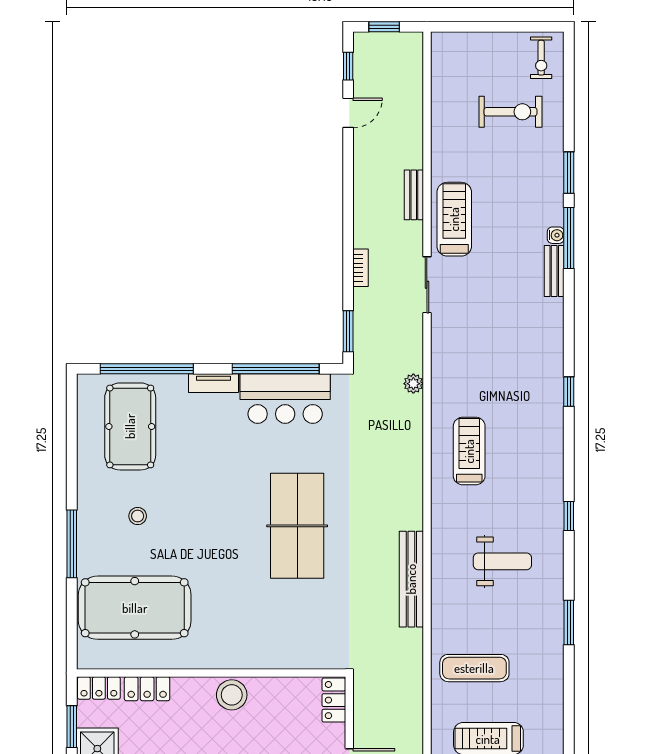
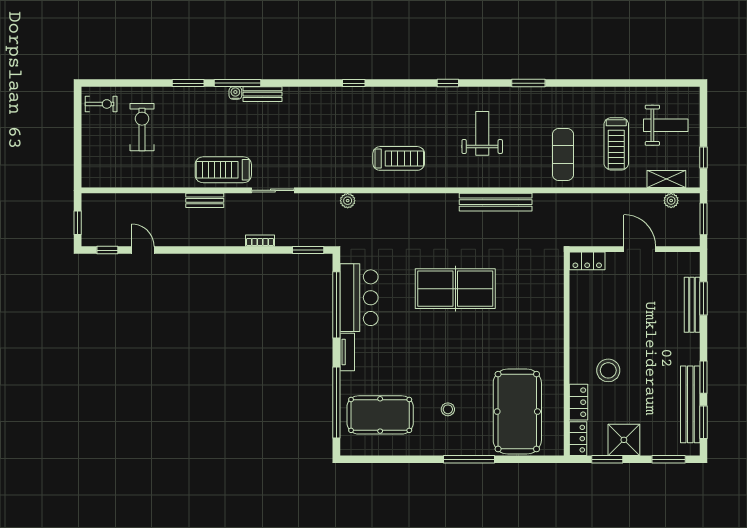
treadmill: (469, 451) -> (399, 158), turned 180
stool: (232, 695) -> (608, 370), moved

